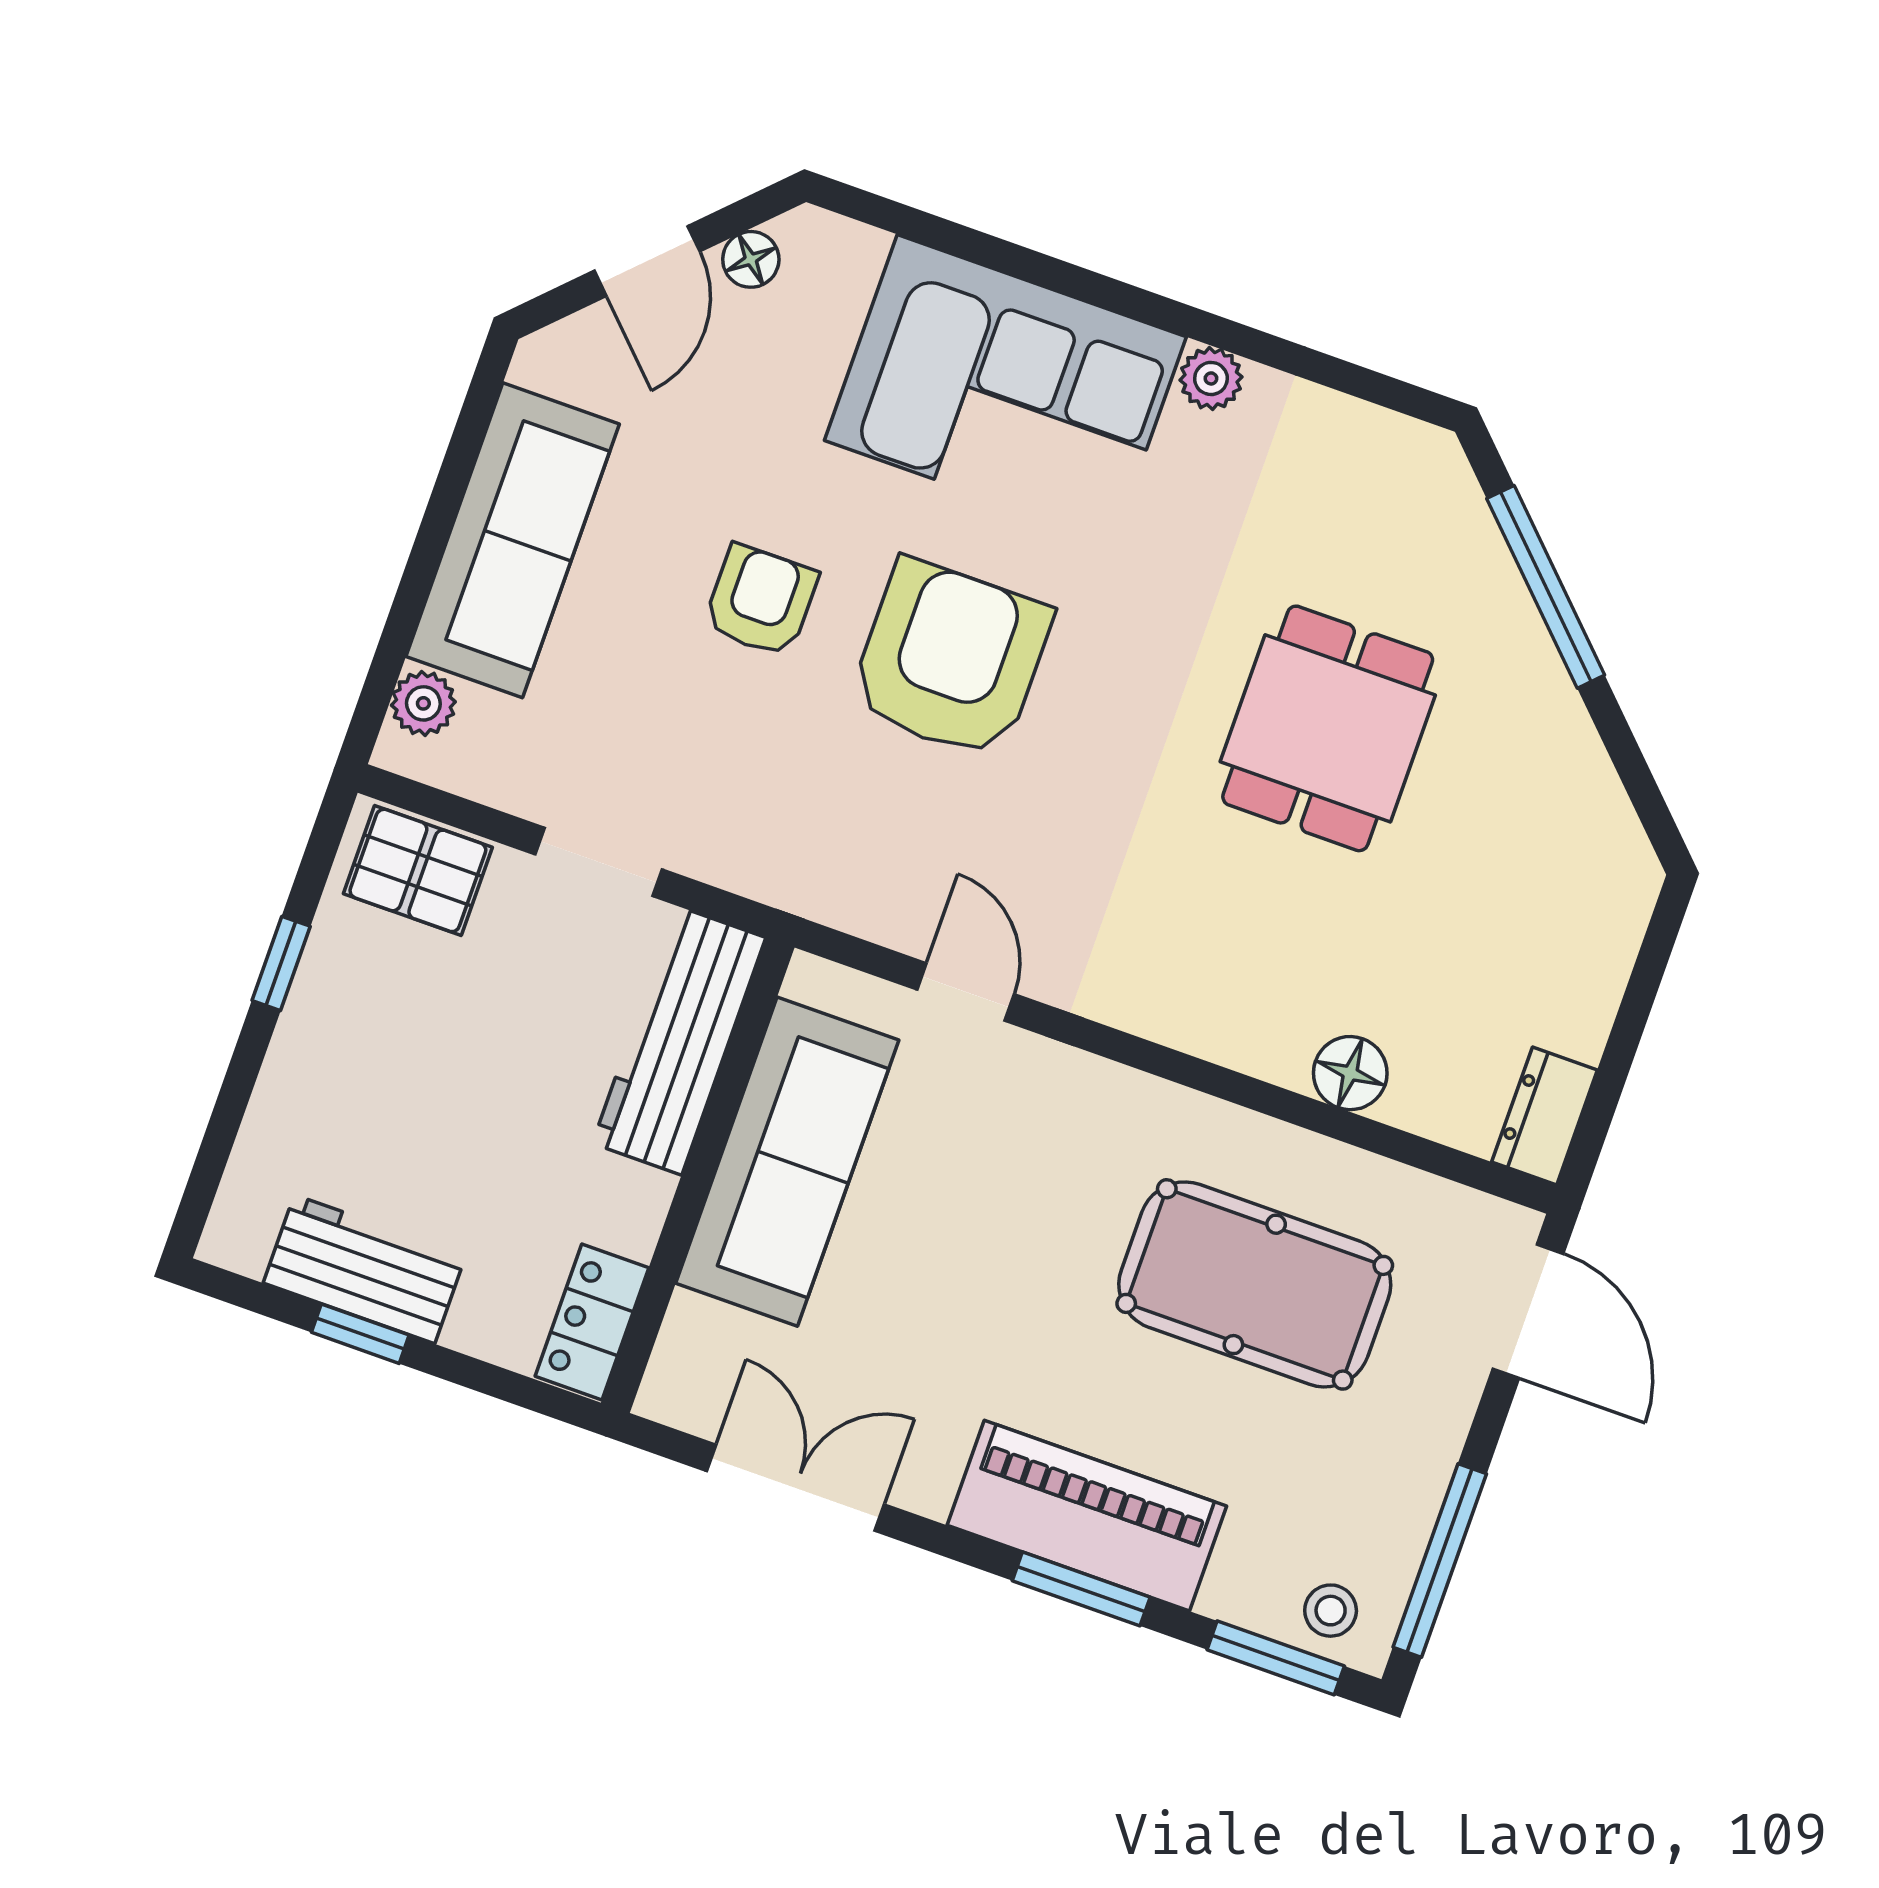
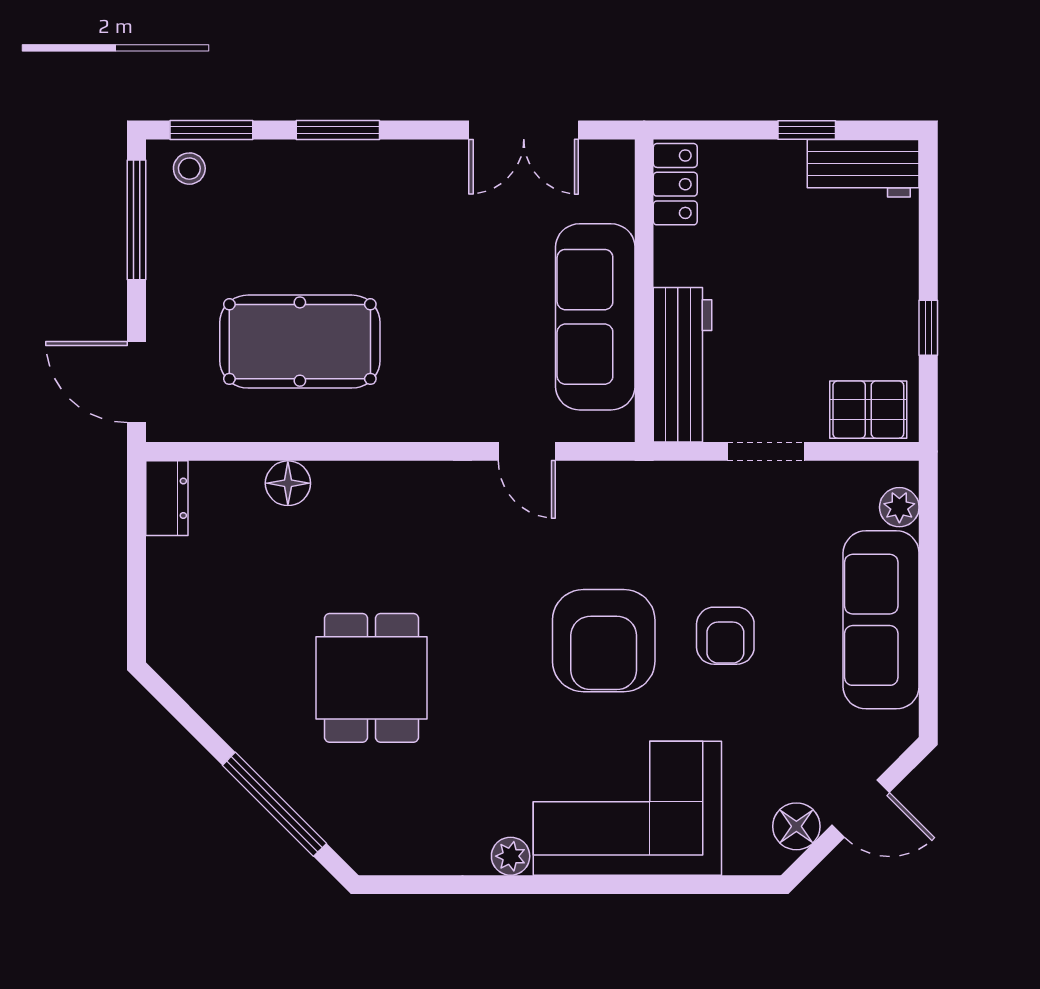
floor lamp: (751, 259) -> (796, 826), width x1.37, depth x1.37
door: (647, 261) -> (861, 809), swing flipped
workbench: (364, 1269) -> (863, 168), moved
piano: (1087, 1516) -> (350, 174), removed

